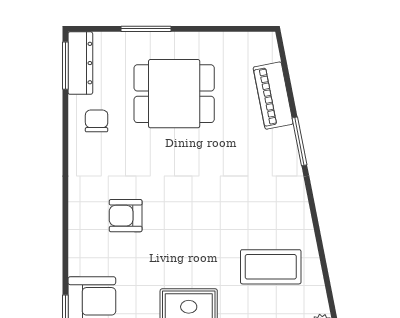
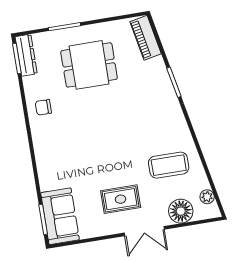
piano: (273, 96) -> (146, 38), moved
chair: (97, 121) -> (43, 107), moved, turned -90
armchair: (126, 216) -> (71, 148), removed

